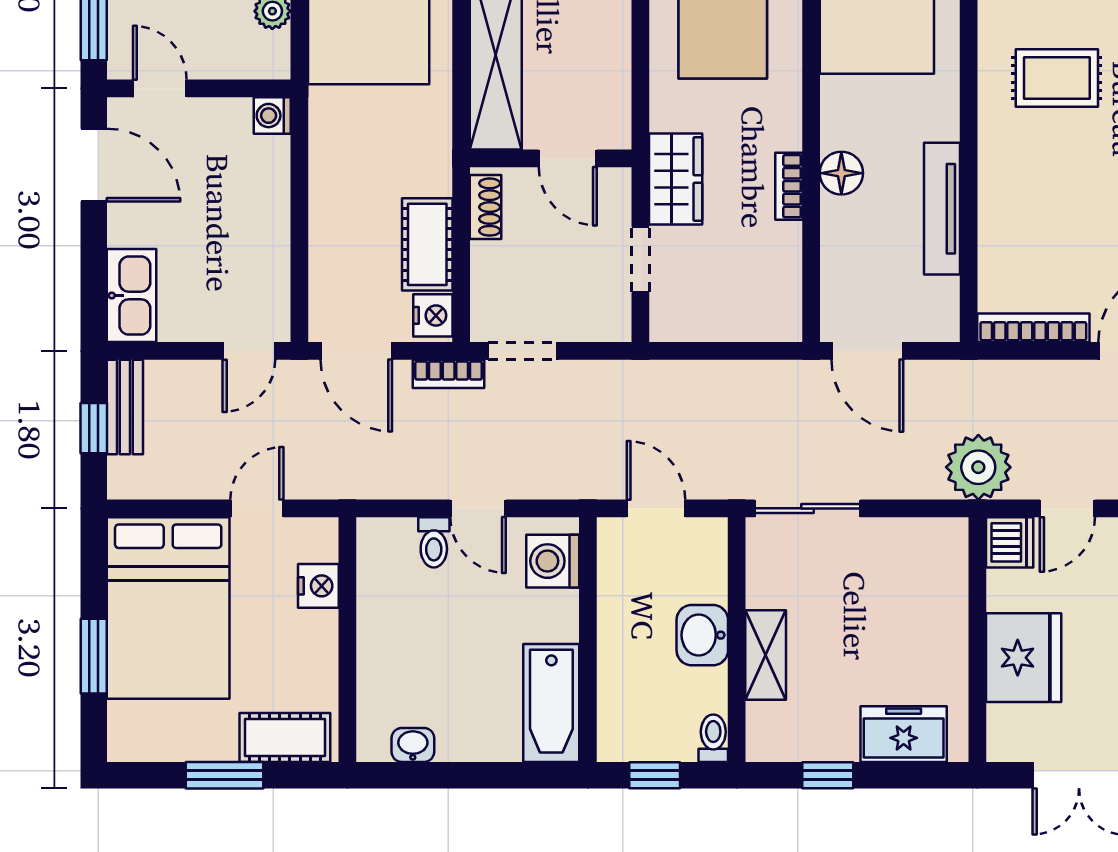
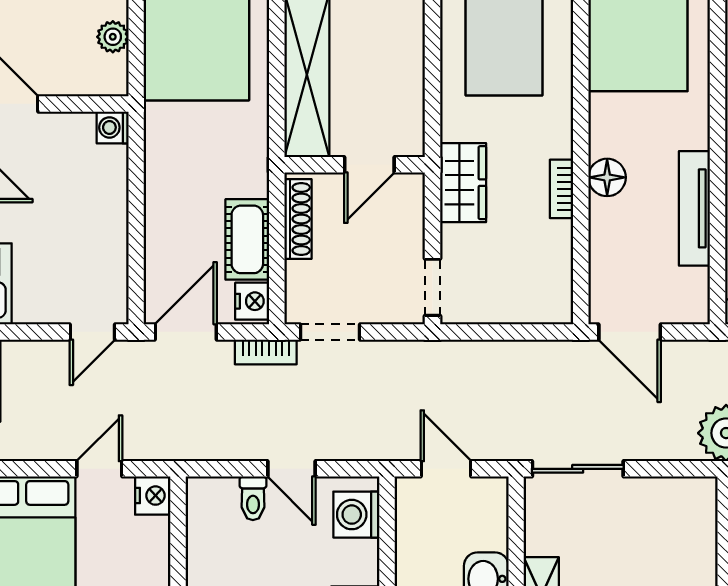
door: (568, 158) -> (369, 165), hinge flipped
shoe rack: (486, 207) -> (298, 219), width x1.43
doorway: (640, 260) -> (433, 287), moved
door: (356, 351) -> (186, 332), swing flipped
nightstand: (318, 586) -> (153, 496), moved

